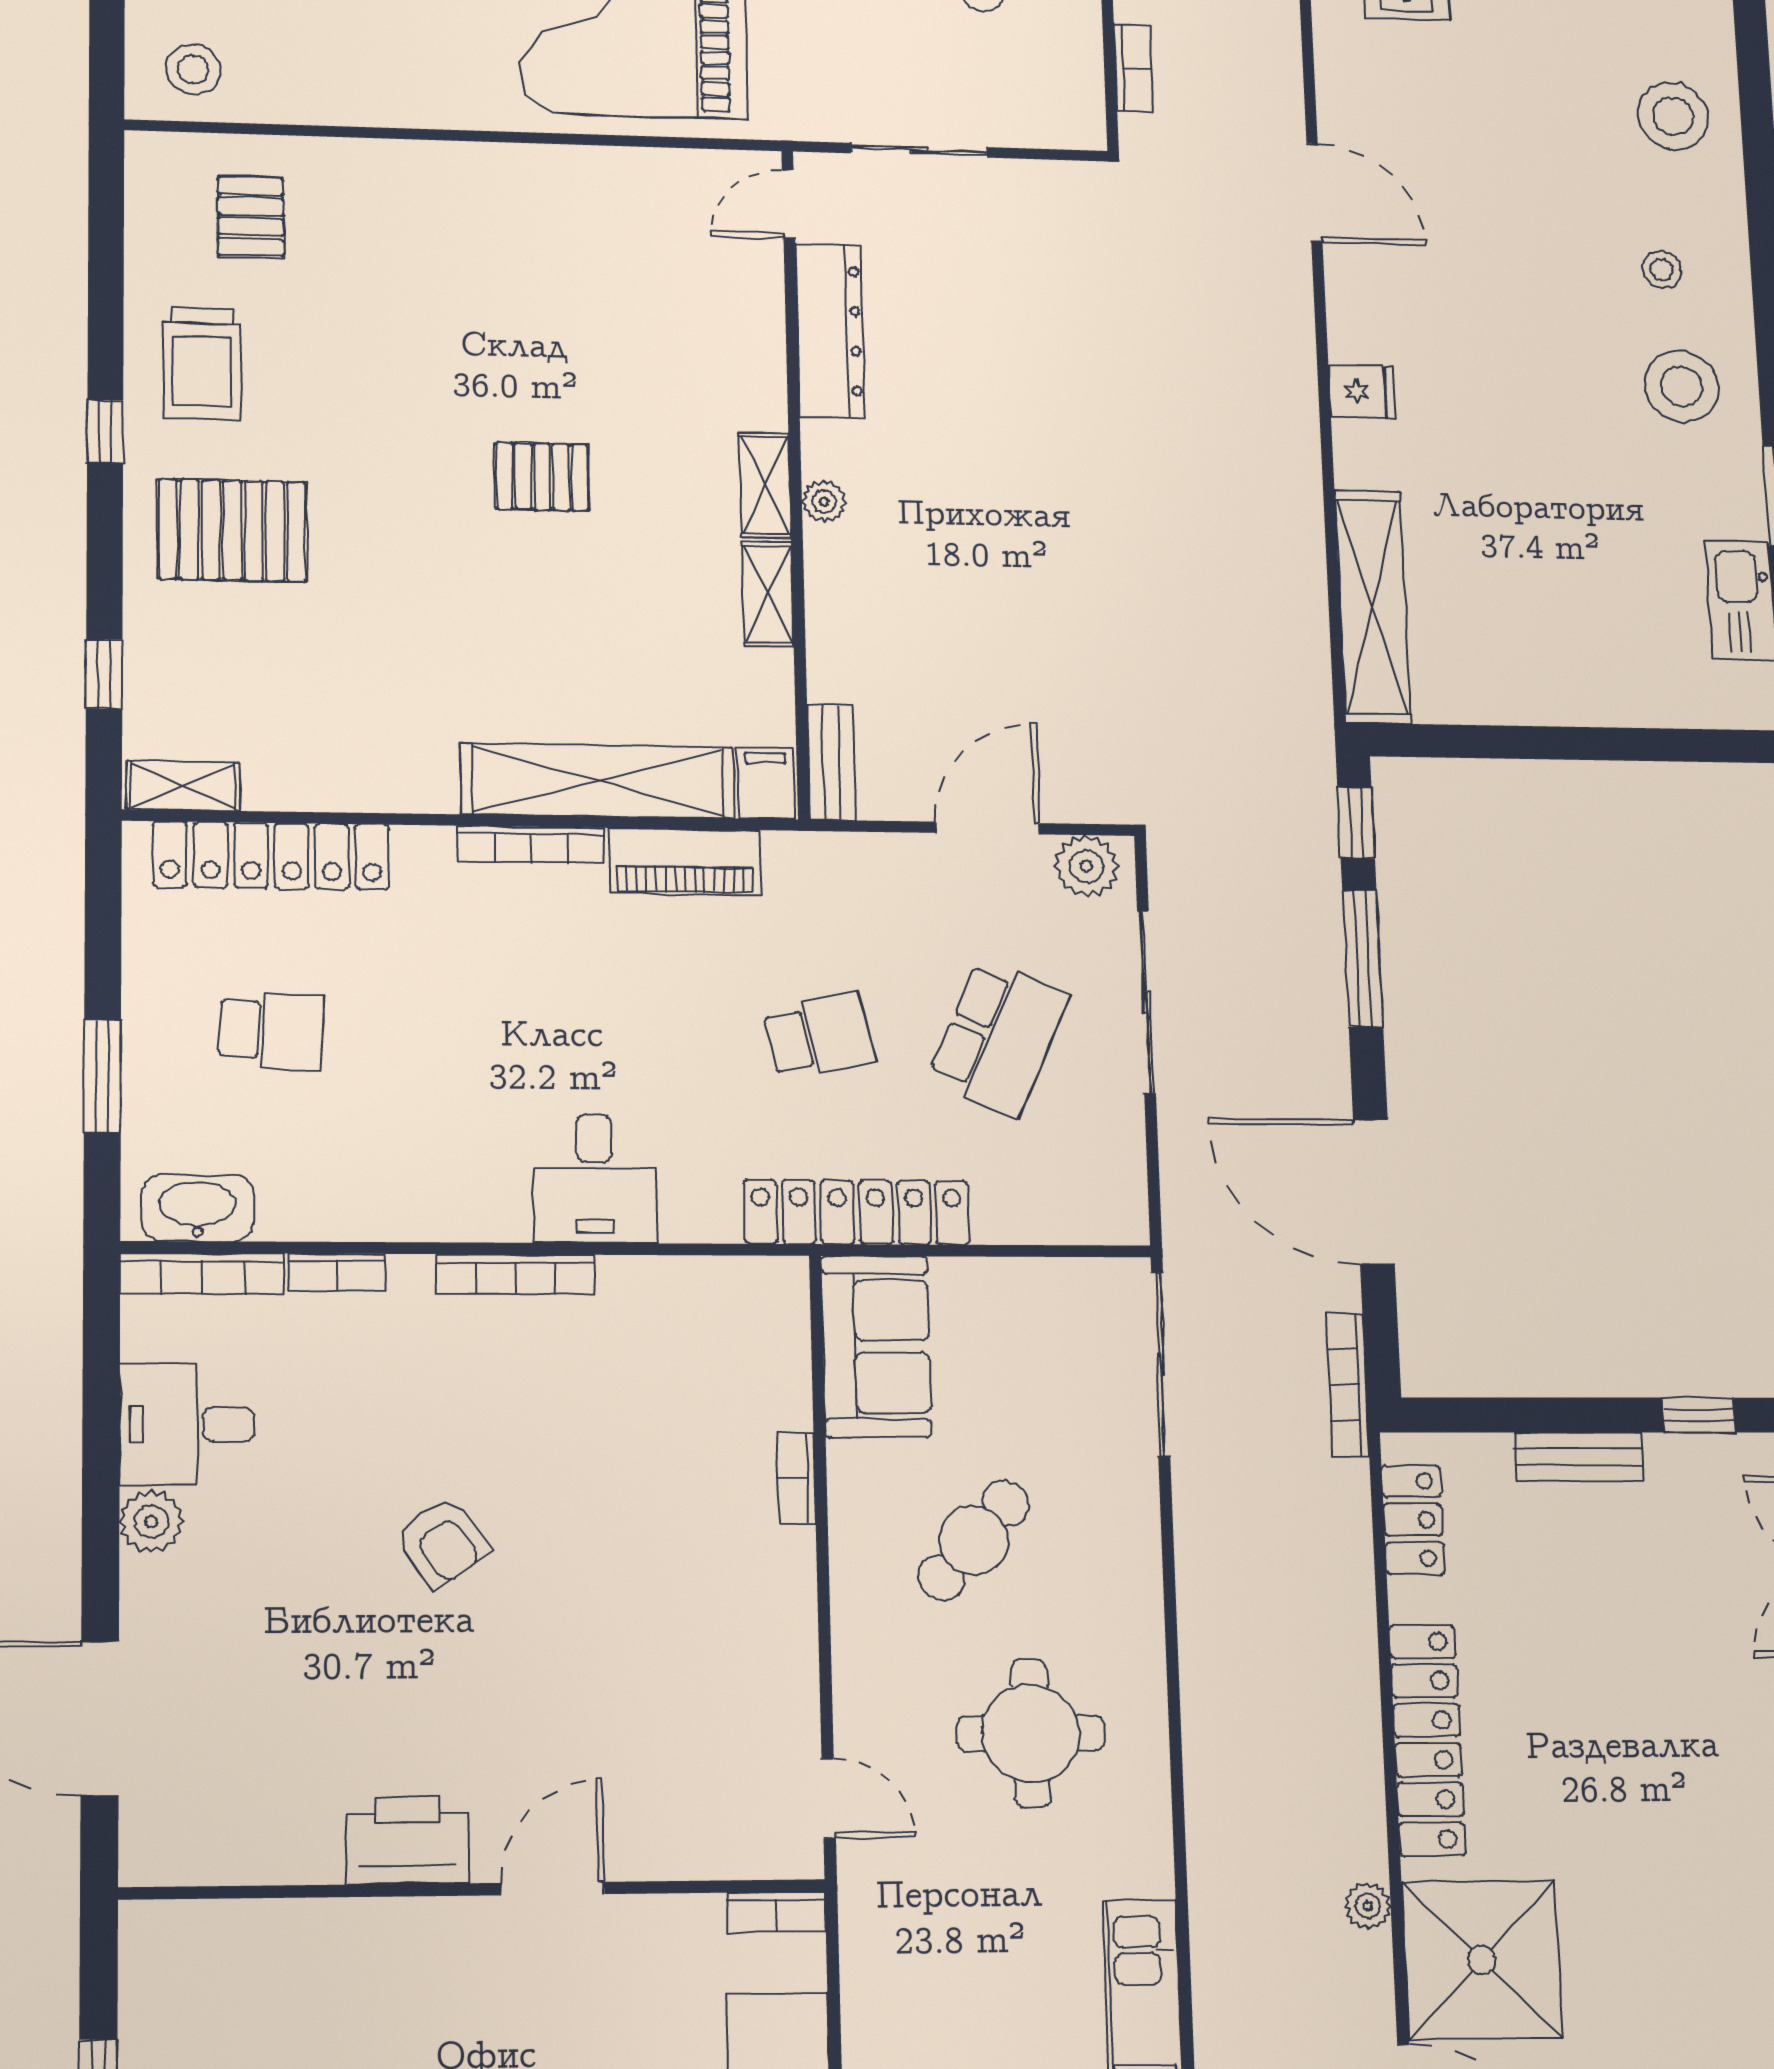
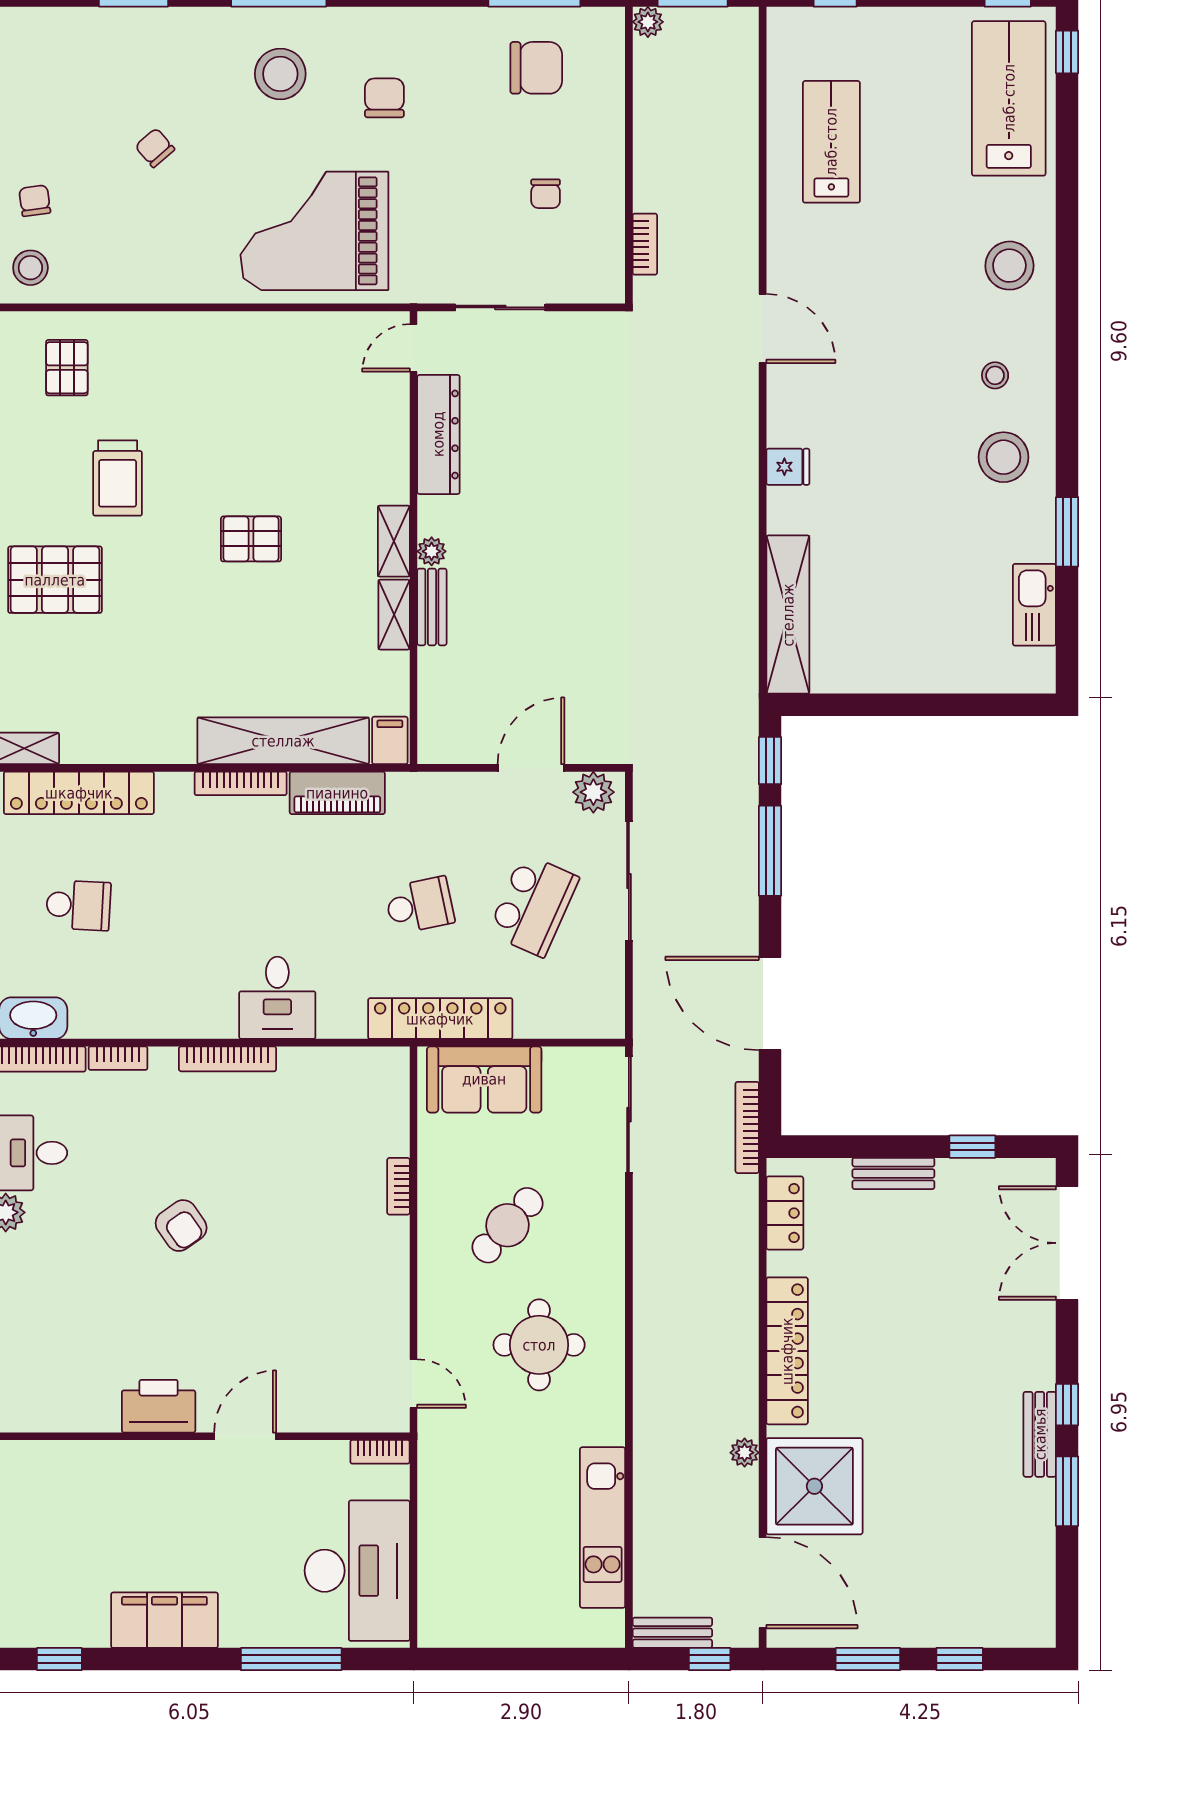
trolley: (202, 364) -> (118, 478), moved
bench: (831, 762) -> (432, 607), moved
sofa: (876, 1346) -> (484, 1079), moved, turned 90

